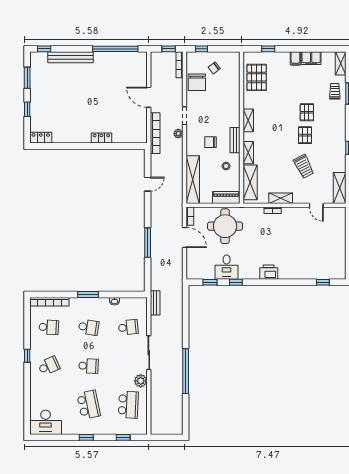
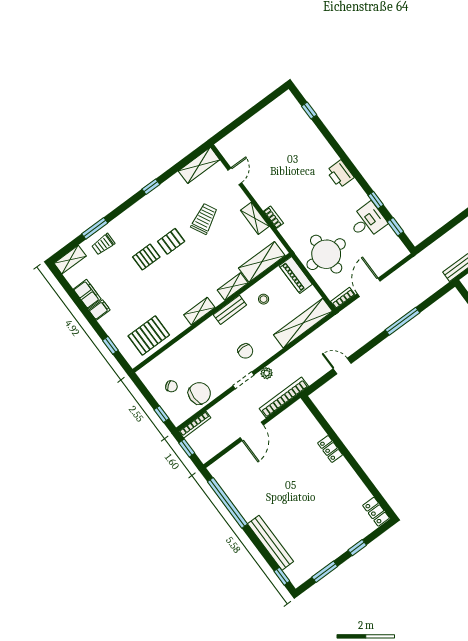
chair: (211, 142) -> (245, 351), moved

